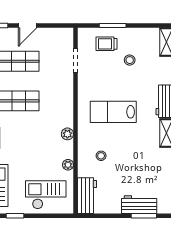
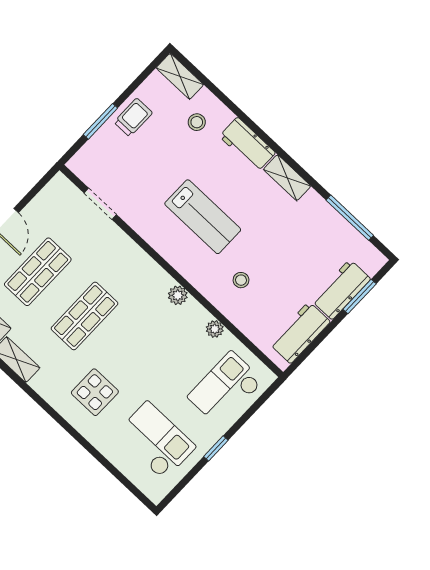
trolley: (106, 44) -> (133, 117), moved, turned 180
stool: (130, 60) -> (197, 122), moved
lab bench: (113, 112) -> (203, 217), turned -90
workbench: (87, 196) -> (300, 333), moved, turned -90

